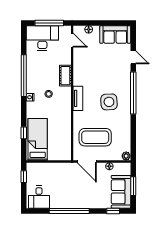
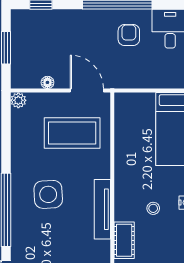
tv unit: (78, 98) -> (102, 209), width x1.41
sofa: (121, 192) -> (27, 38), removed
armchair: (63, 193) -> (129, 35), added

